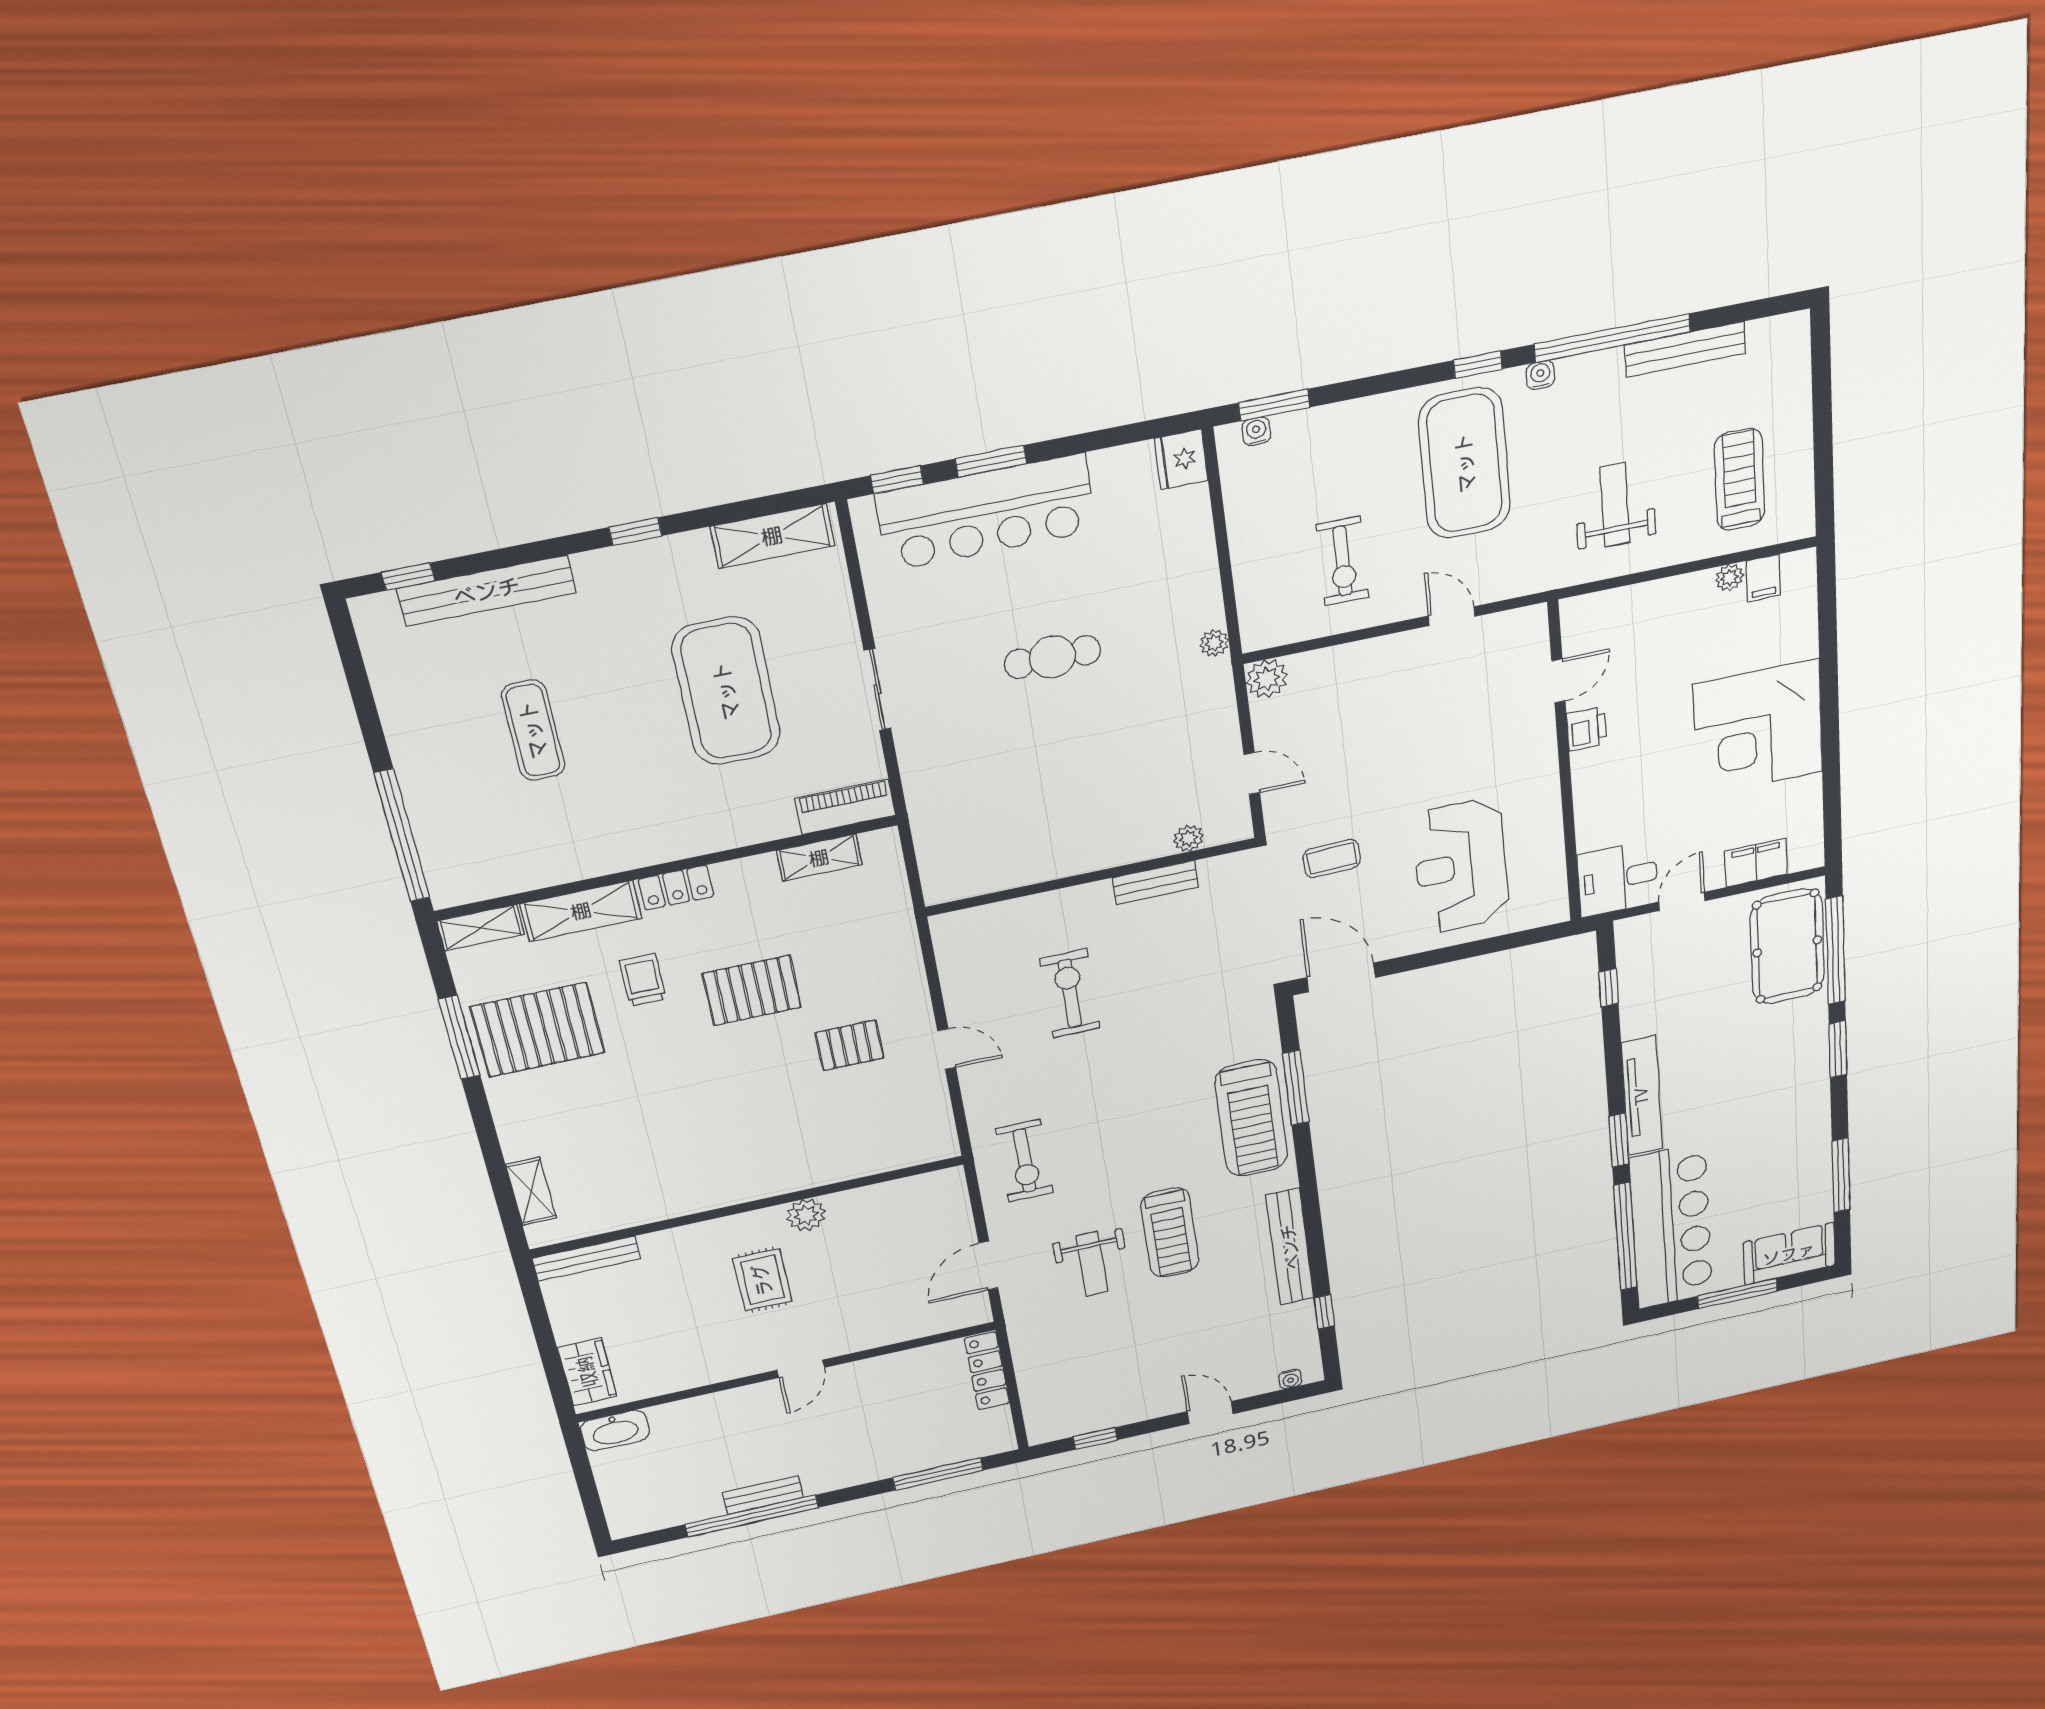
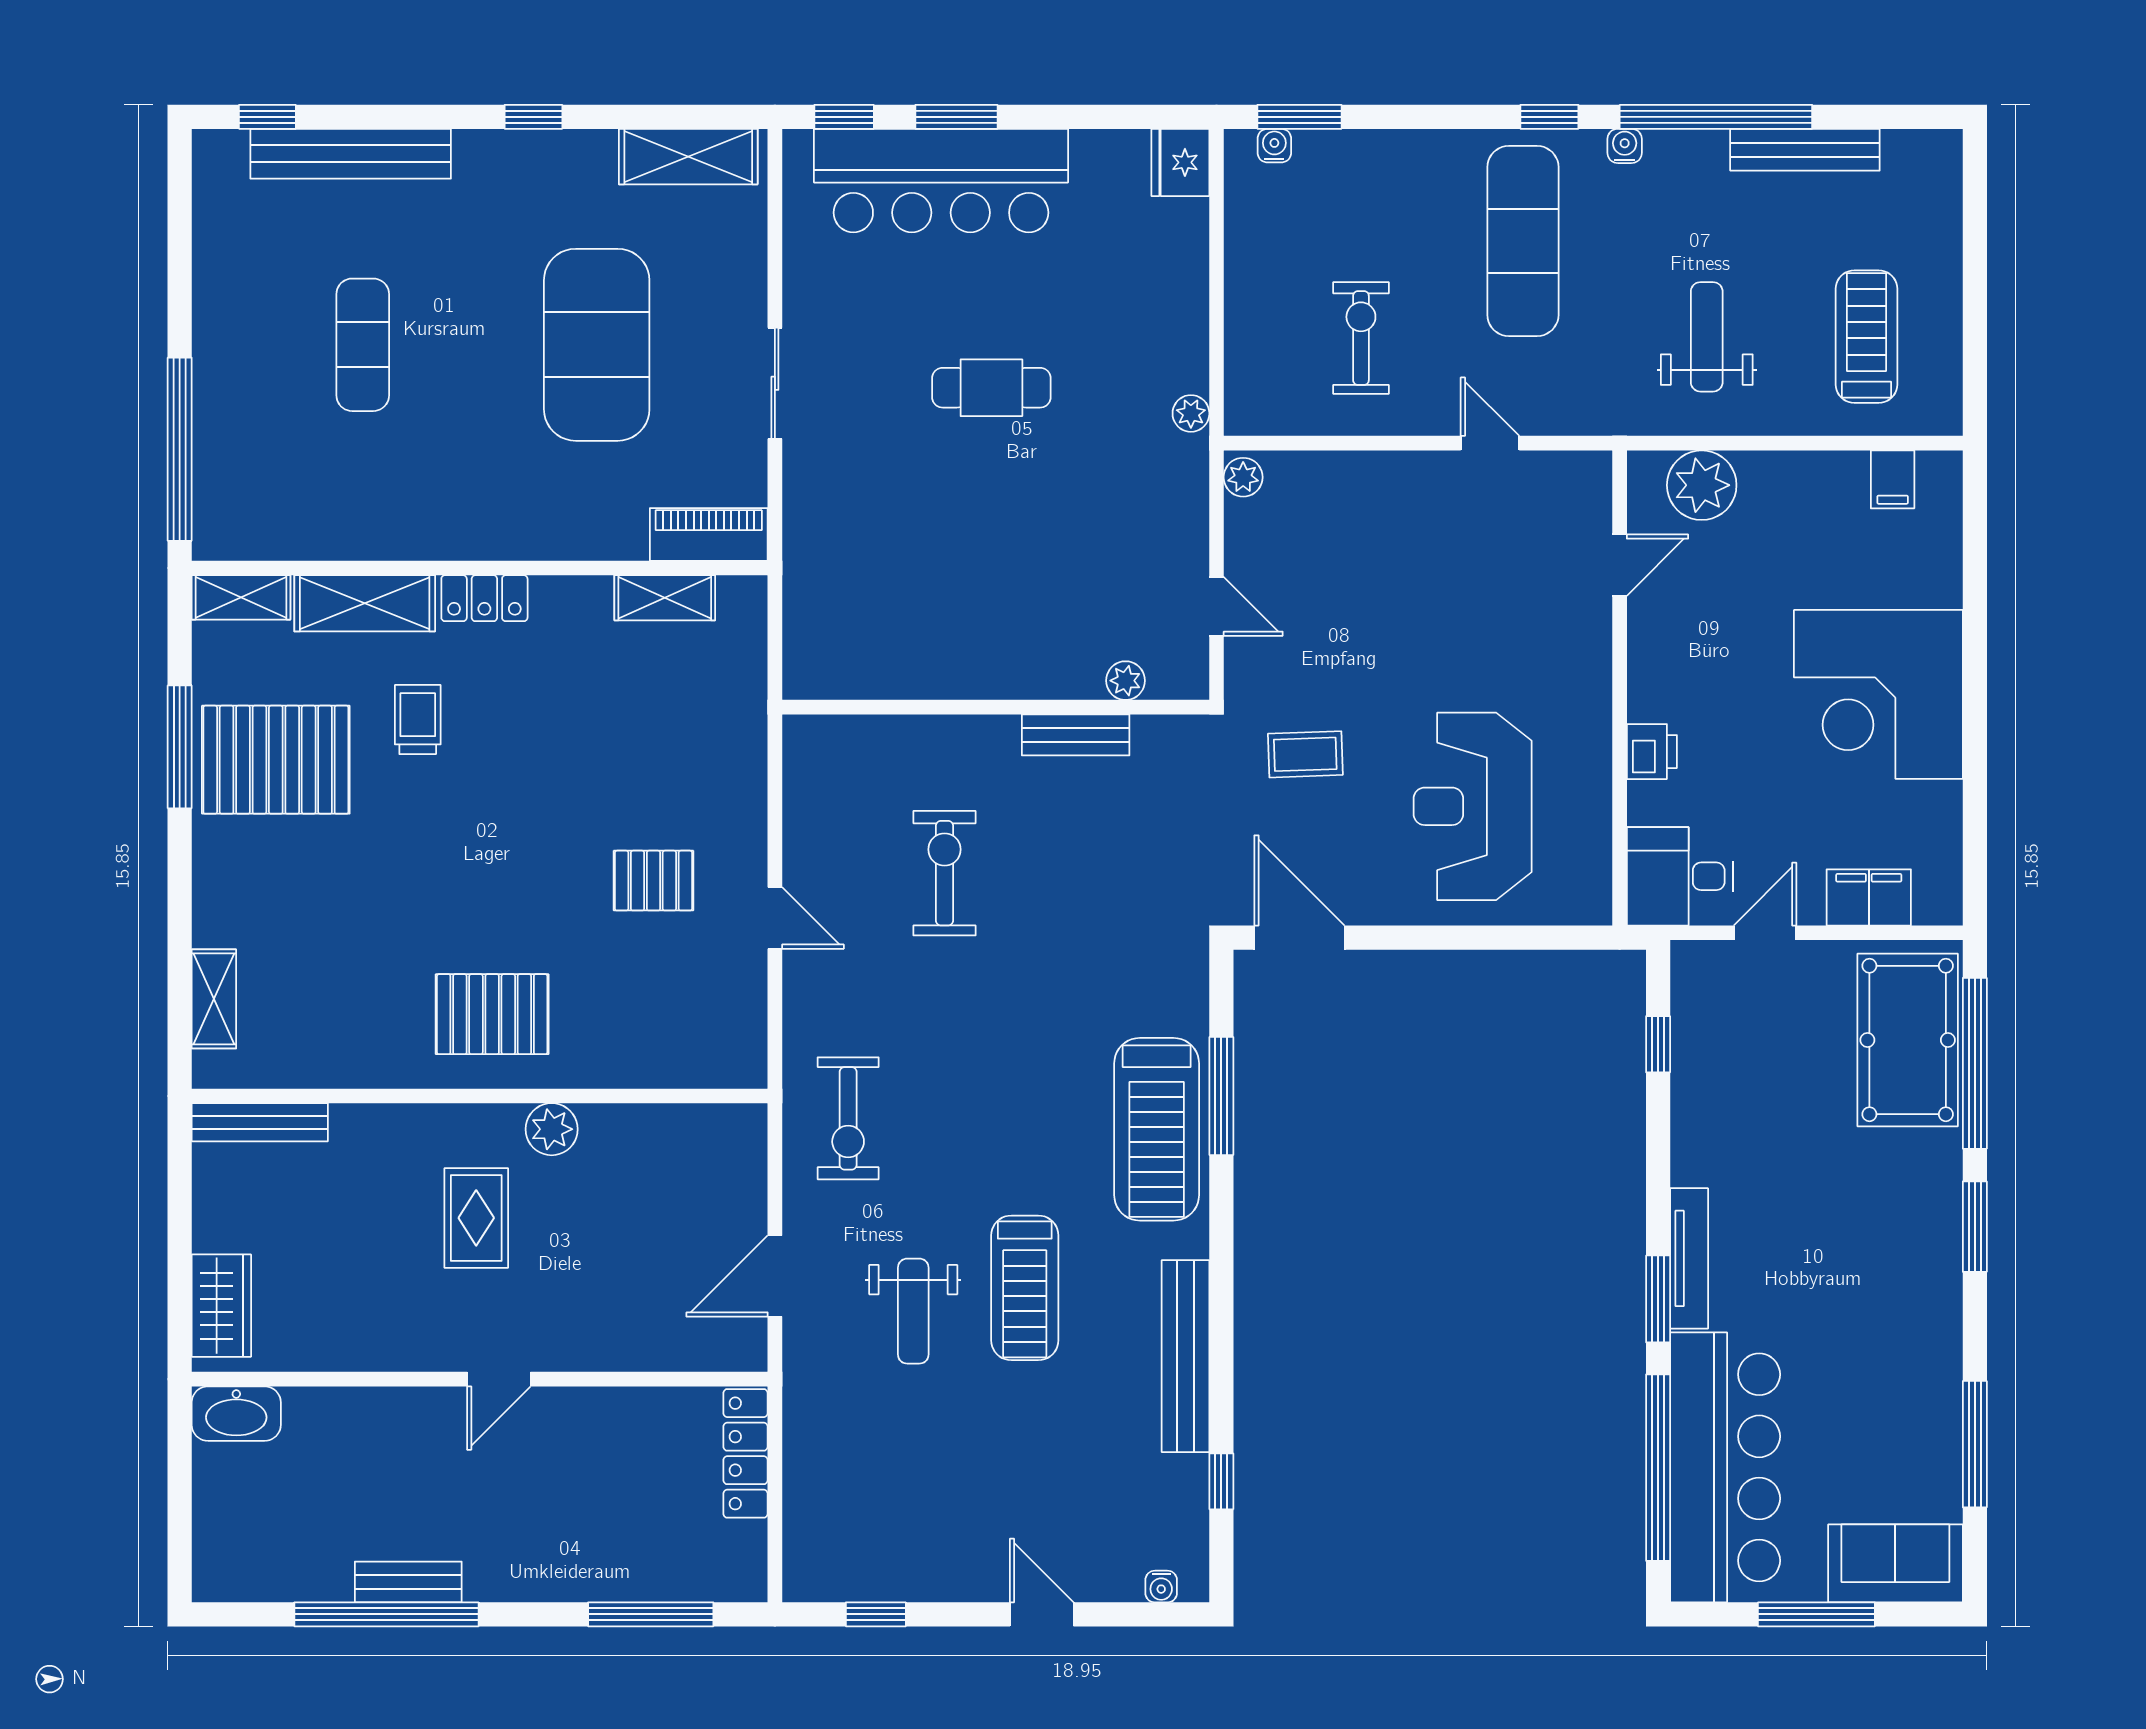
exercise mat: (1465, 463) -> (1523, 241), width x0.68
exercise bike: (1343, 561) -> (1361, 338), turned 180
plant: (1729, 578) -> (1702, 485), moved, width x1.87, depth x1.87
plant: (1267, 679) -> (1243, 477), width x0.73, depth x0.73
printer: (1587, 729) -> (1652, 752), moved
pallet: (752, 990) -> (492, 1014), moved
tv unit: (1642, 1096) -> (1689, 1258), width x0.73, depth x0.78

